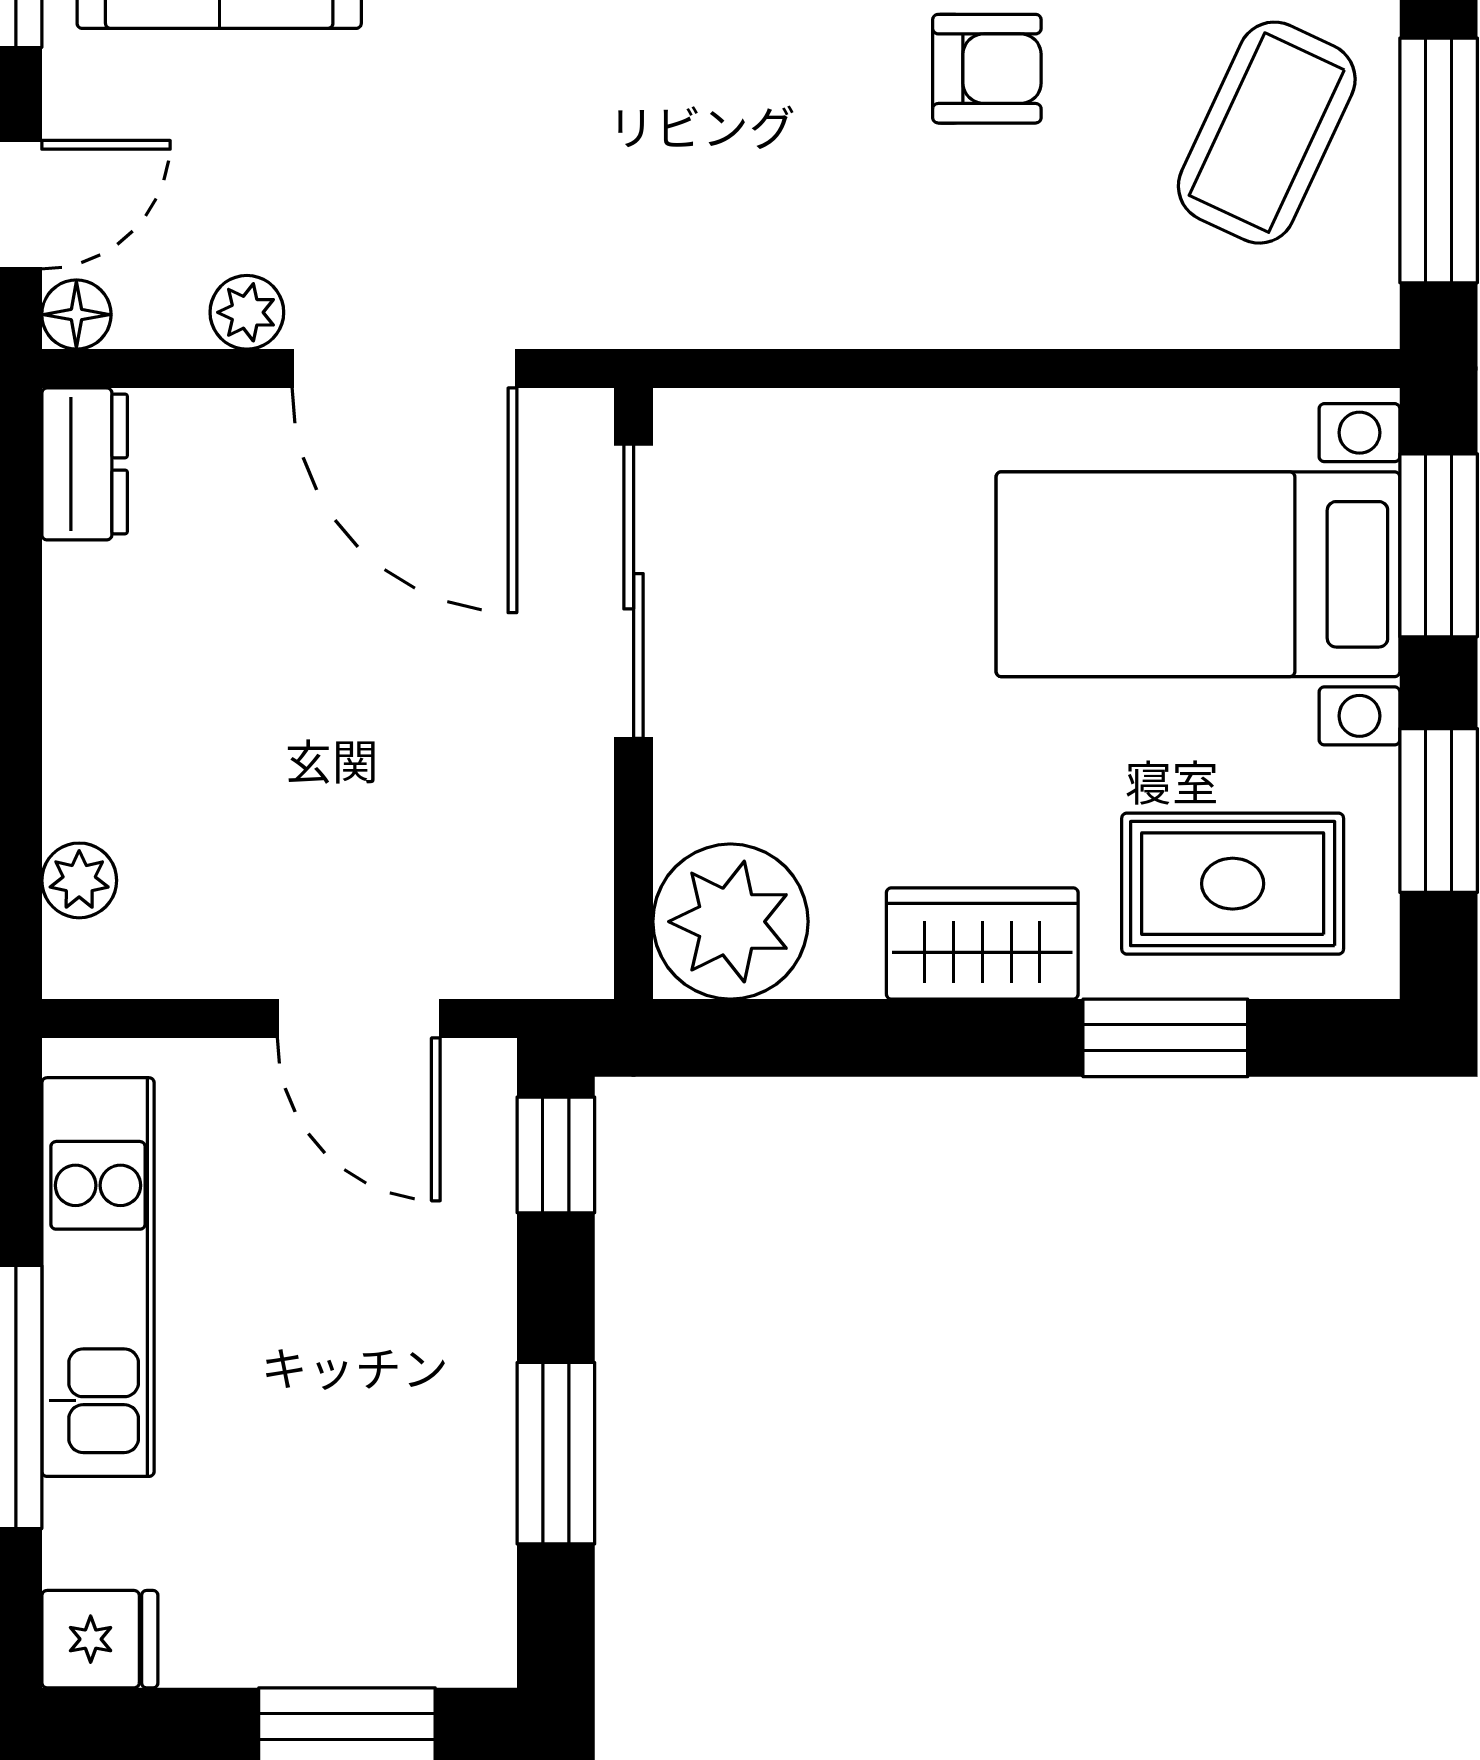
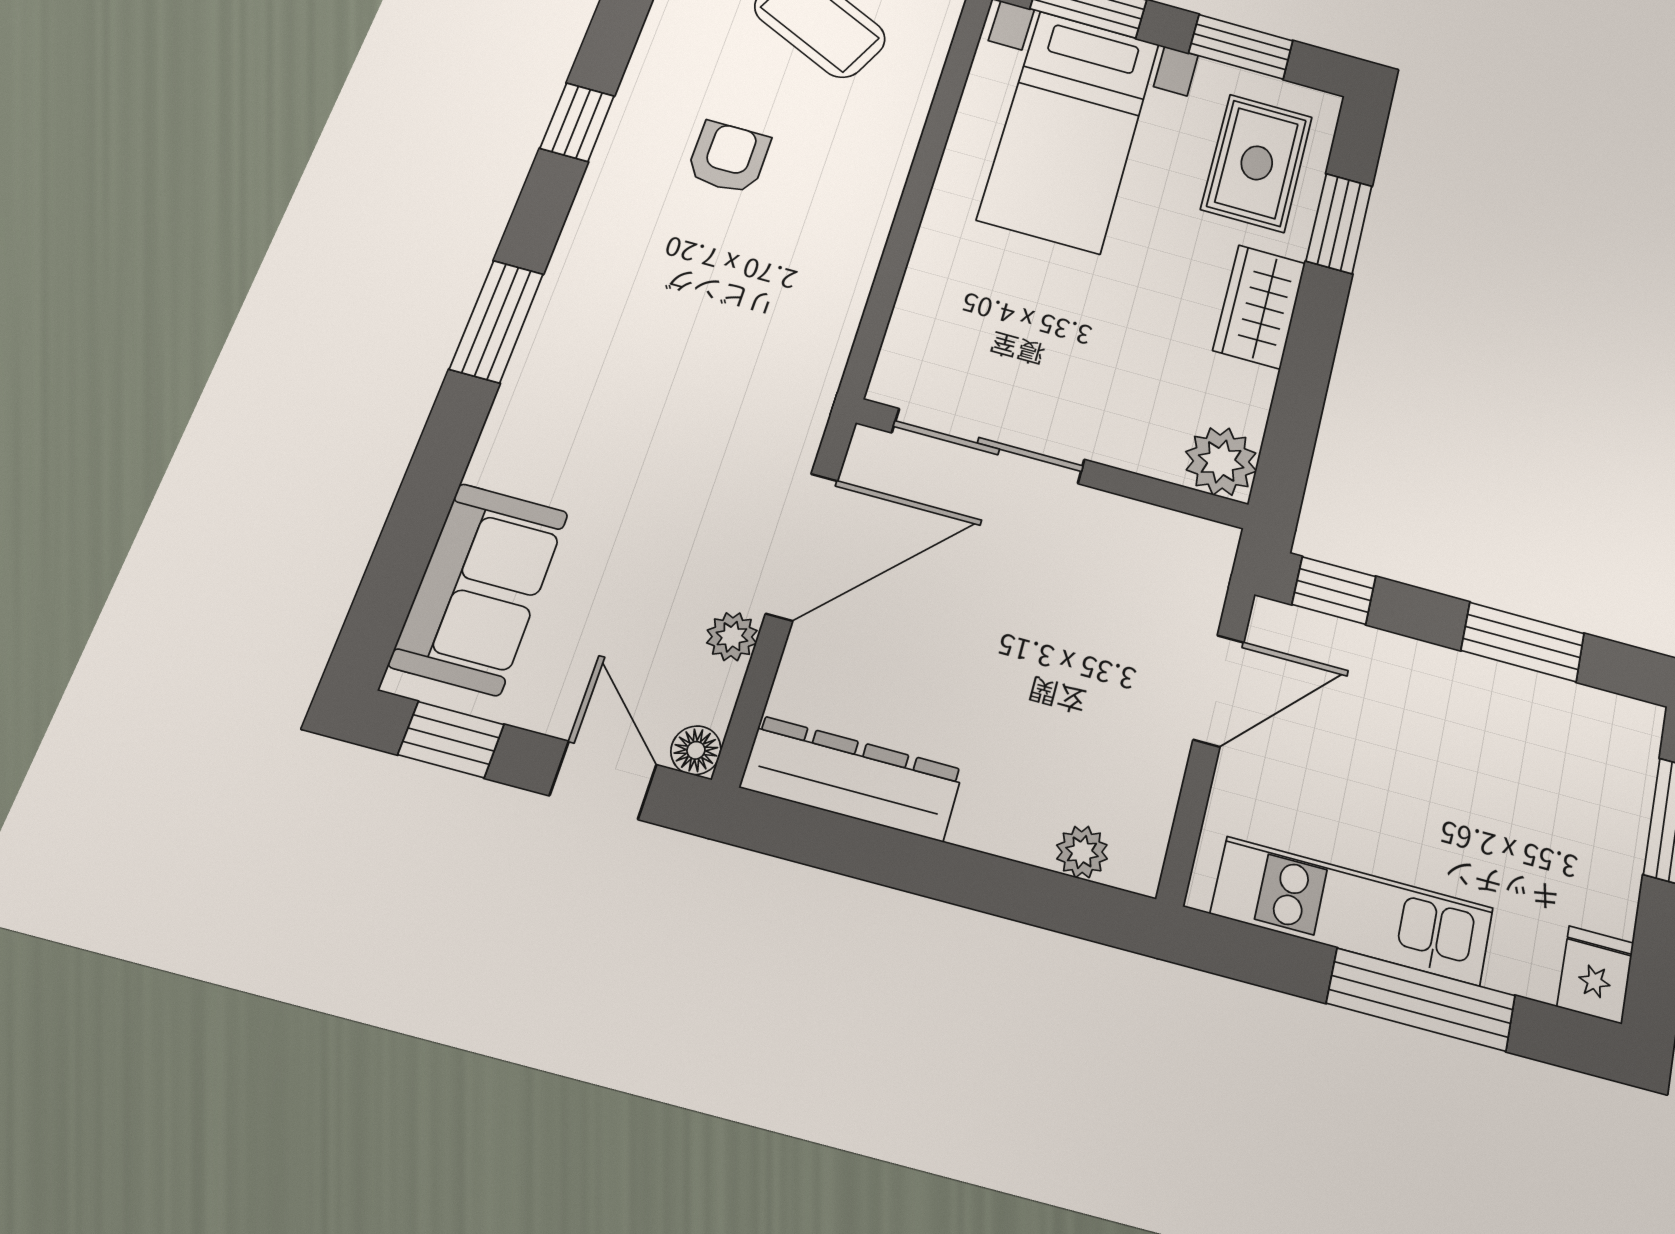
dresser: (85, 464) -> (852, 778), width x1.96, depth x1.24
plant: (730, 922) -> (1221, 461), width x0.73, depth x0.73

